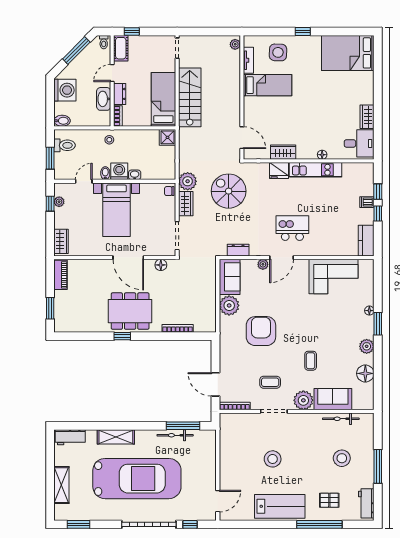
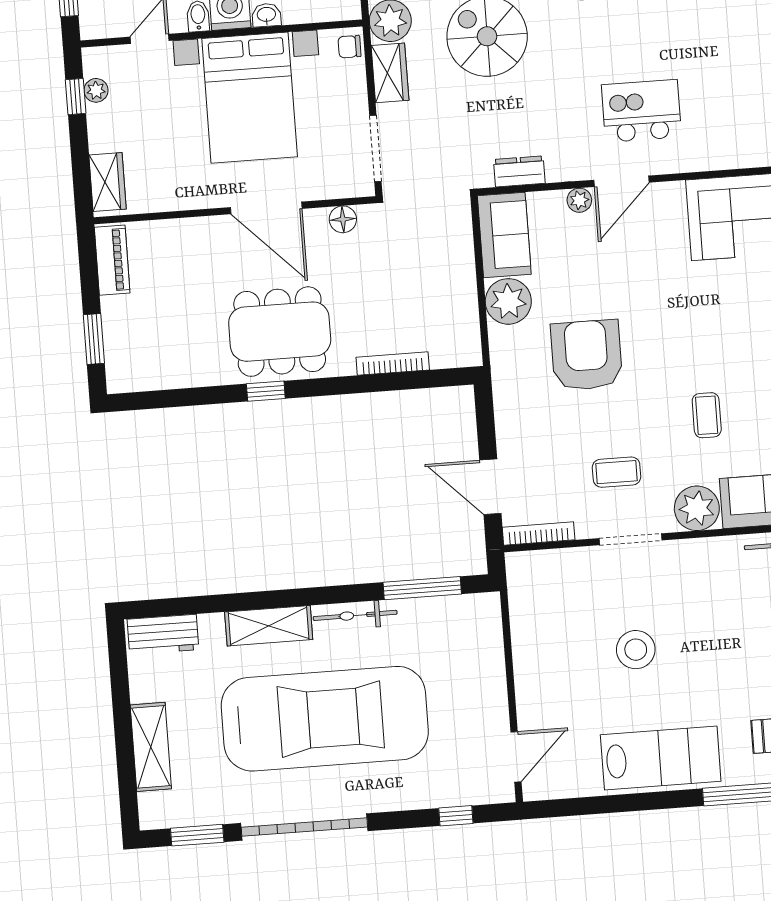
bed with nightstands: (117, 210) -> (250, 98), width x1.36
bicycle: (175, 435) -> (355, 615), moved
garage door: (149, 524) -> (304, 827), moved

